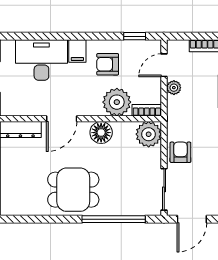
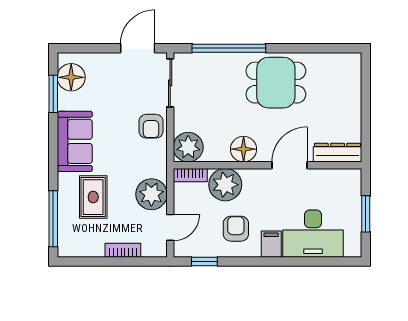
armchair: (108, 64) -> (236, 229), turned -90
plant: (174, 88) -> (151, 194), width x1.87, depth x1.87

